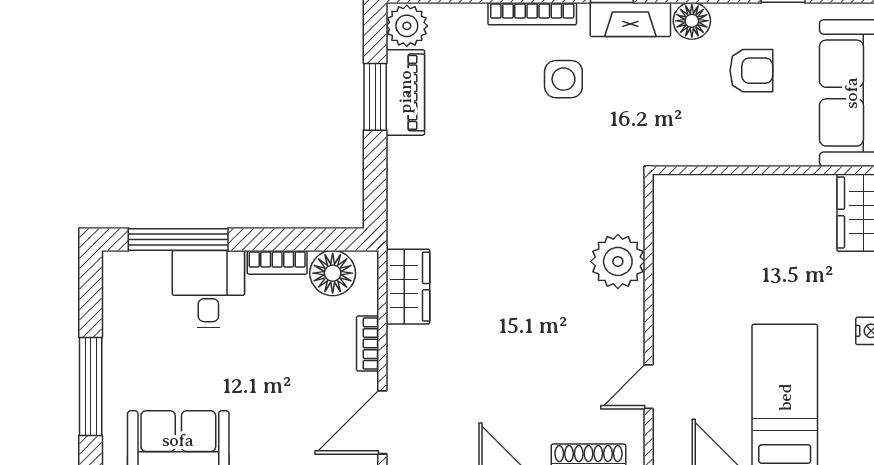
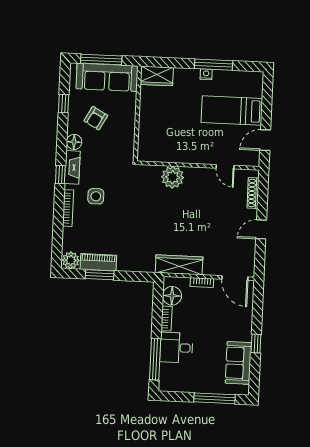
armchair: (751, 71) -> (96, 118), turned -151
wardrobe: (408, 287) -> (179, 265), width x1.50

